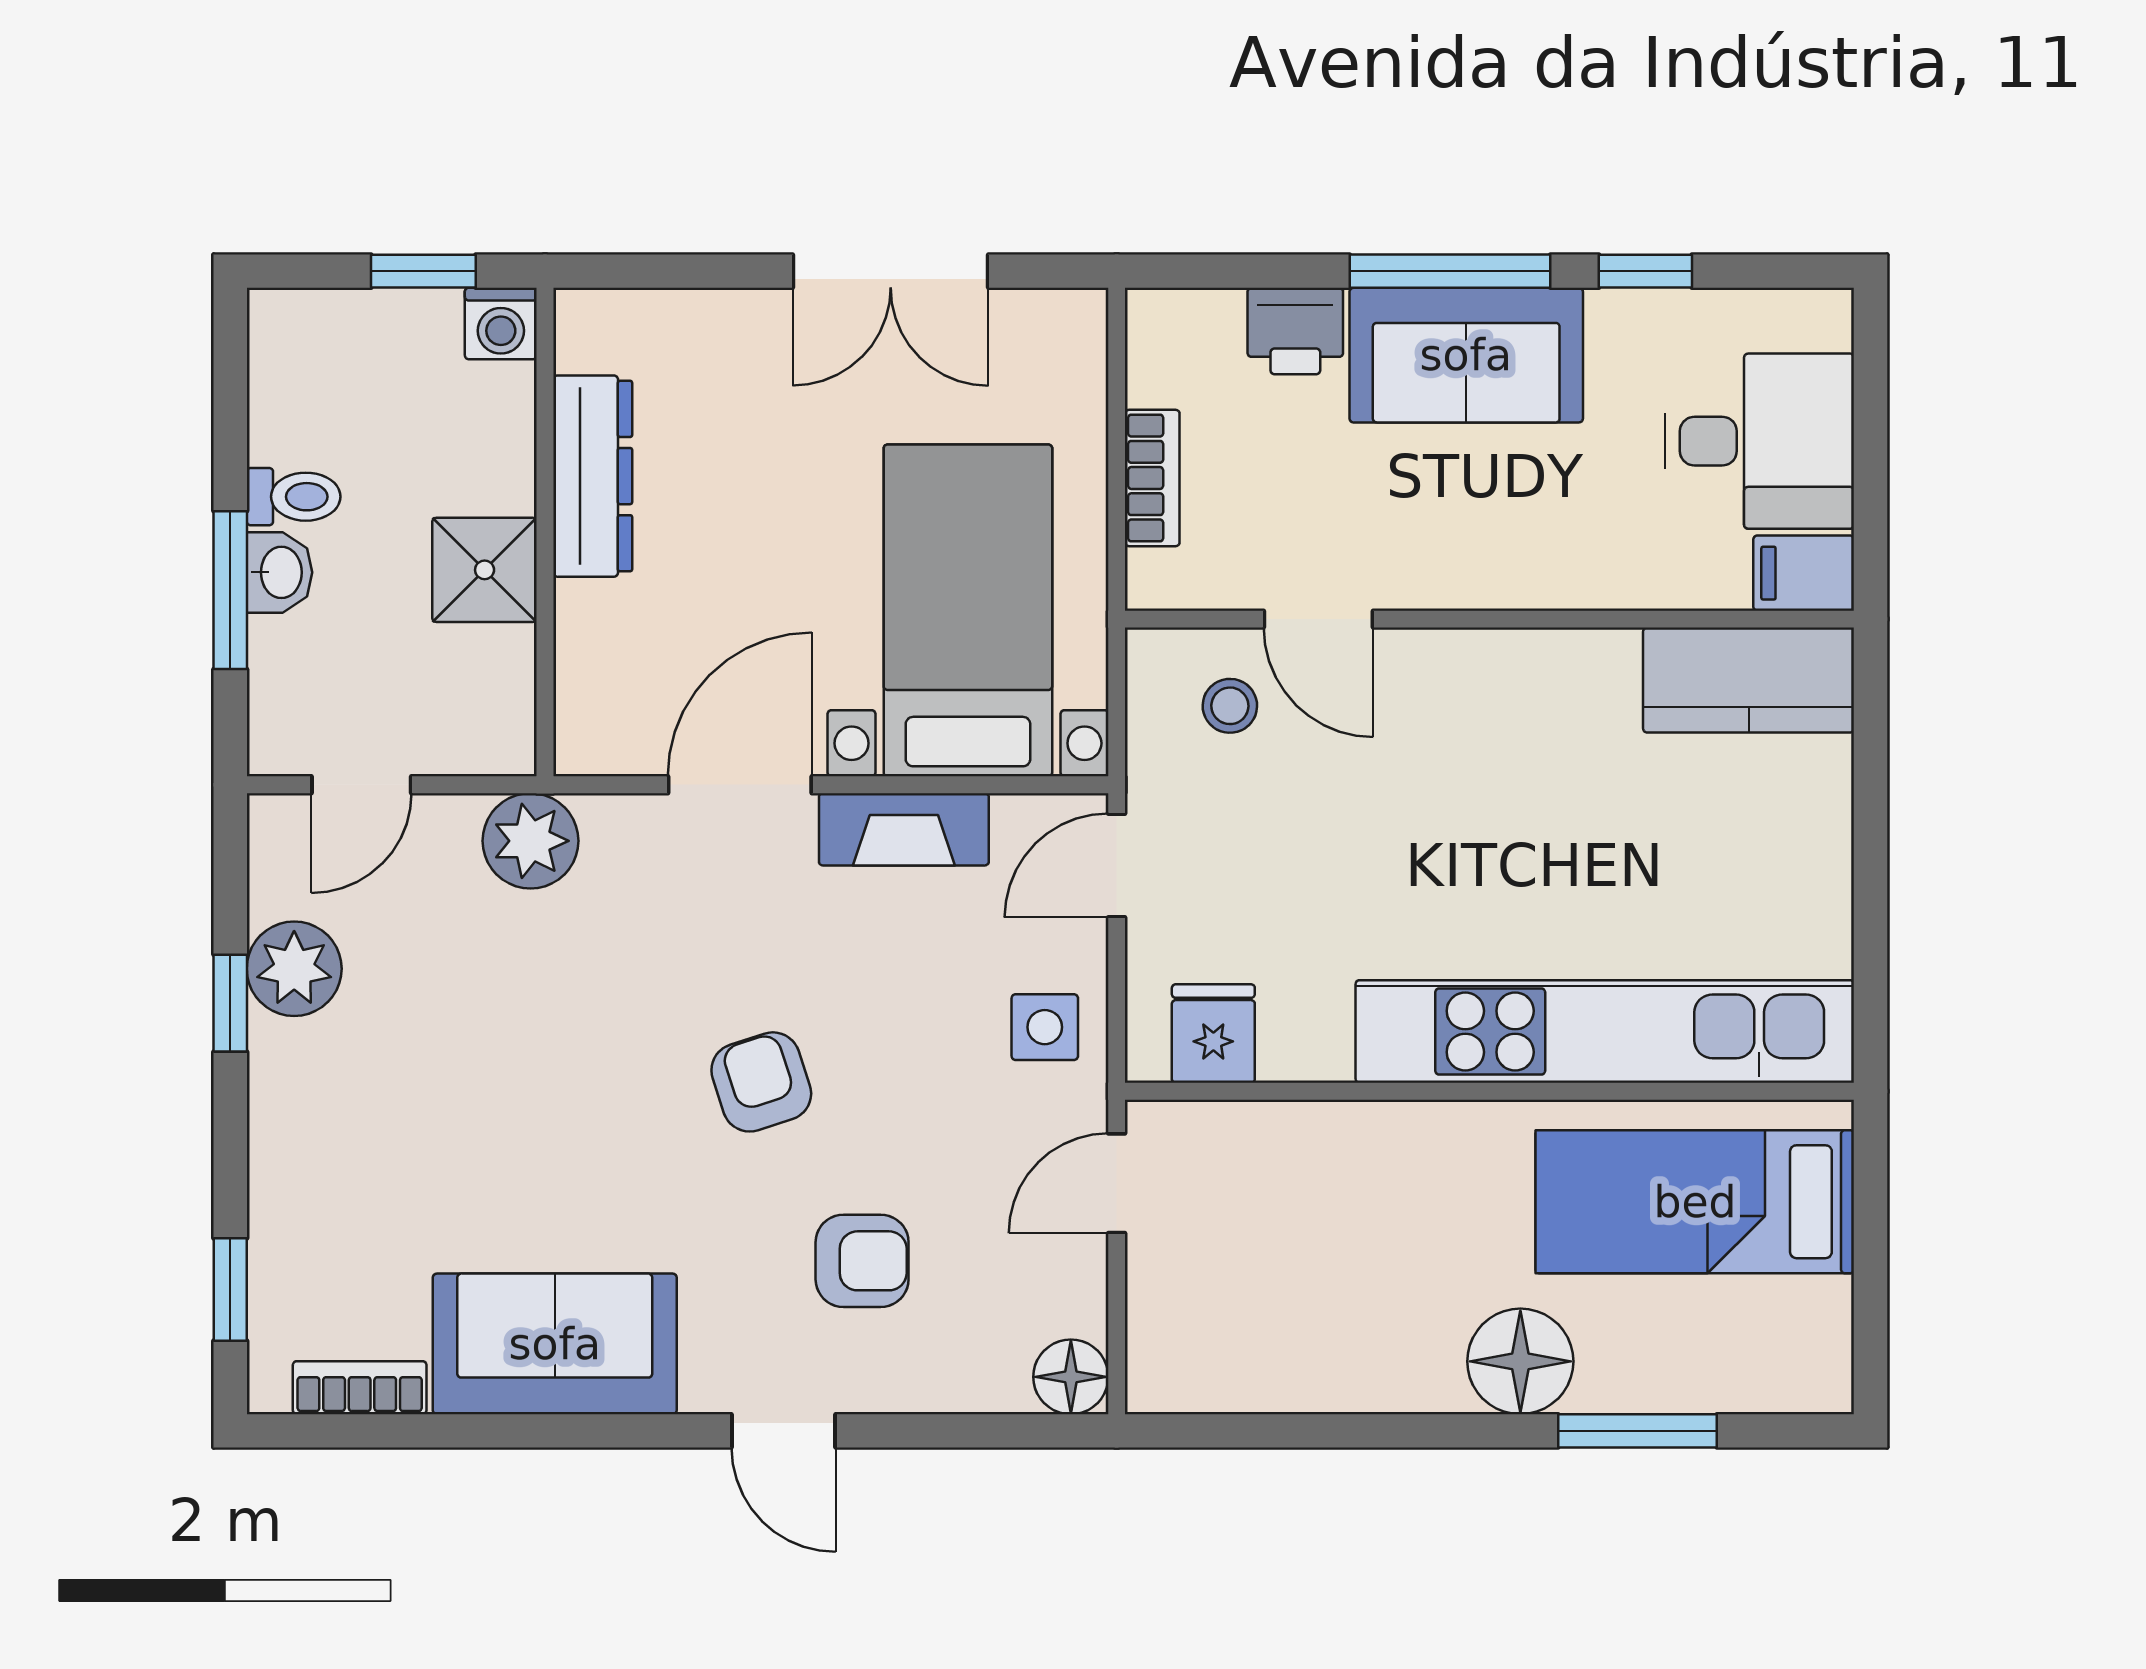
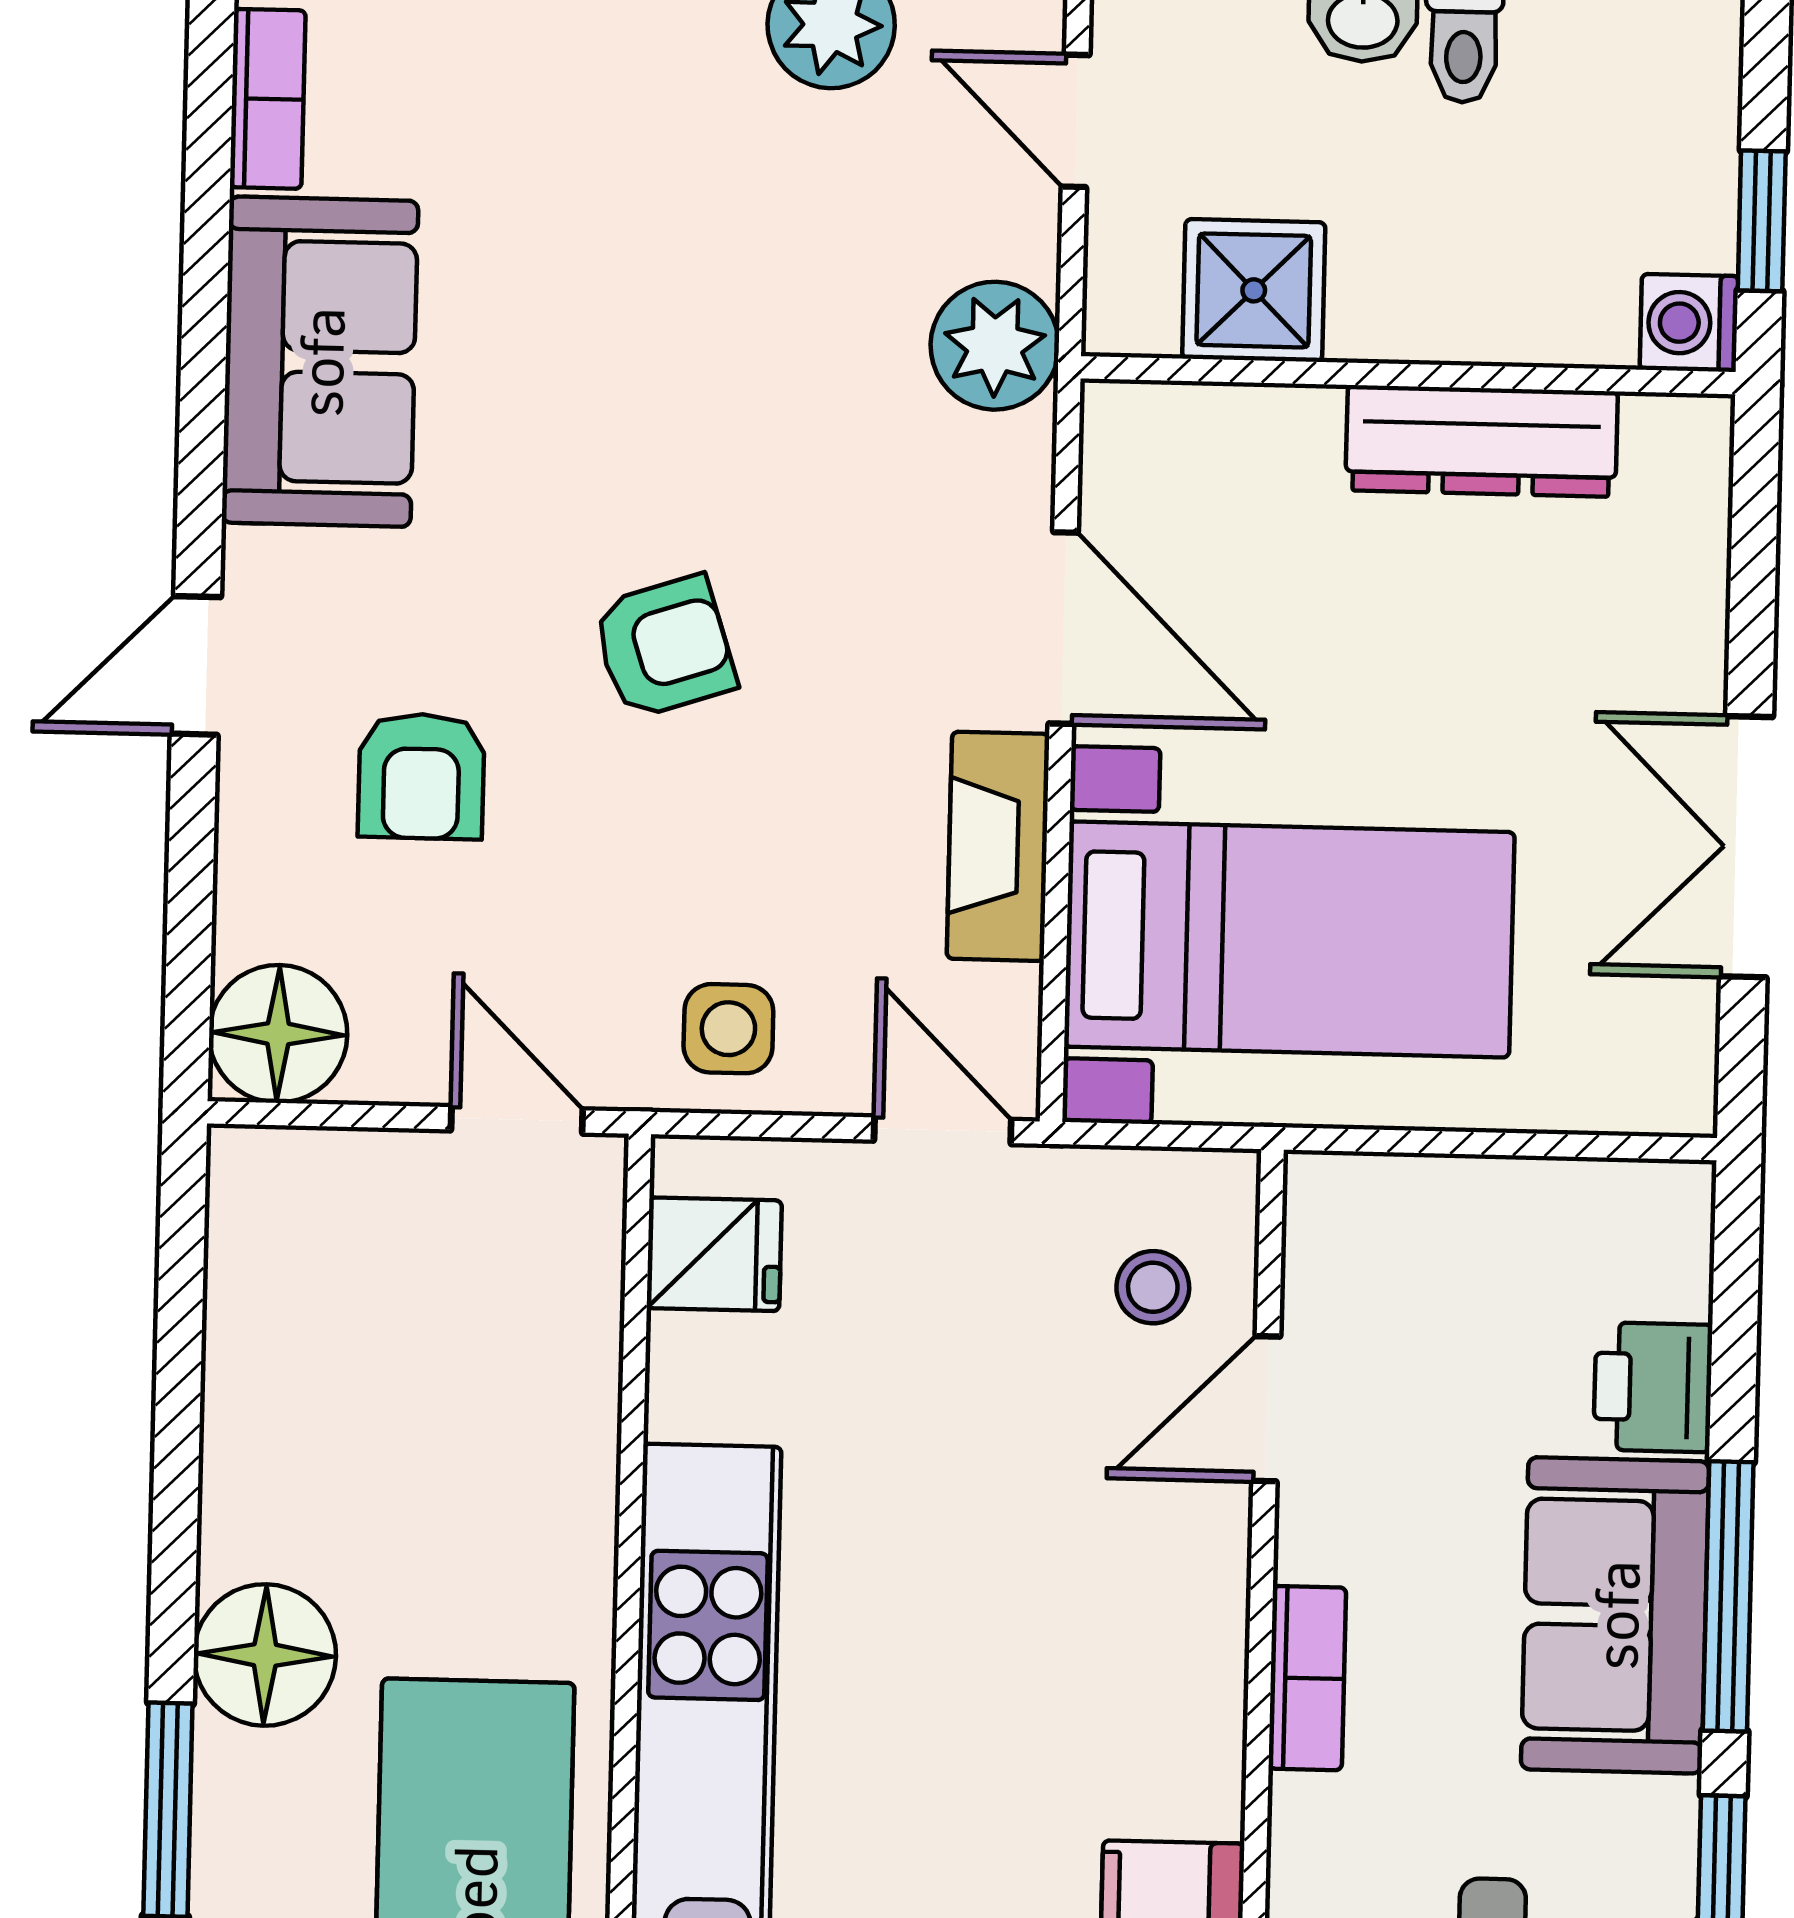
bookcase: (1152, 478) -> (1307, 1678), moved, turned -90
shower: (485, 570) -> (1254, 290), moved
floor lamp: (1071, 1377) -> (278, 1034), width x1.38, depth x1.38

